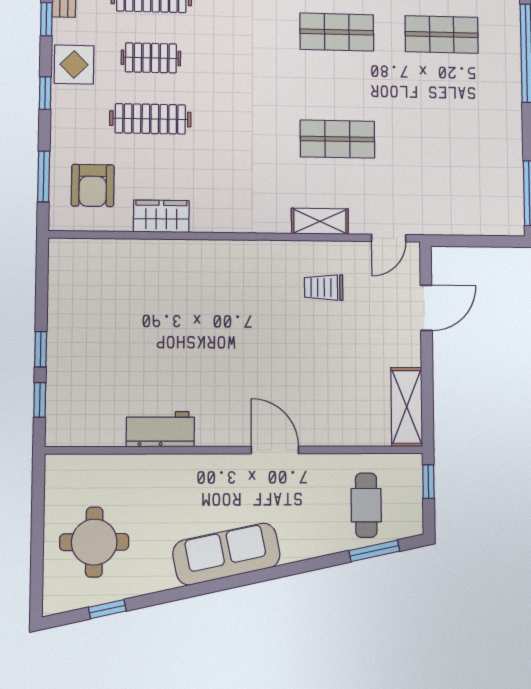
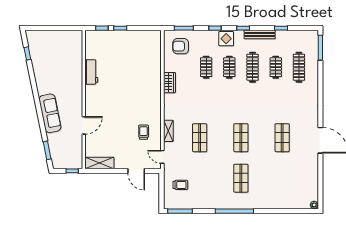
clothes rail: (150, 119) -> (206, 67), width x0.73
trolley: (461, 191) -> (180, 185), added
wardrobe: (161, 216) -> (169, 83), moved
door: (275, 450) -> (84, 125), moved
cafe table: (366, 505) -> (64, 148), removed
round table: (94, 542) -> (51, 48), removed
sofa: (226, 554) -> (50, 113), moved

